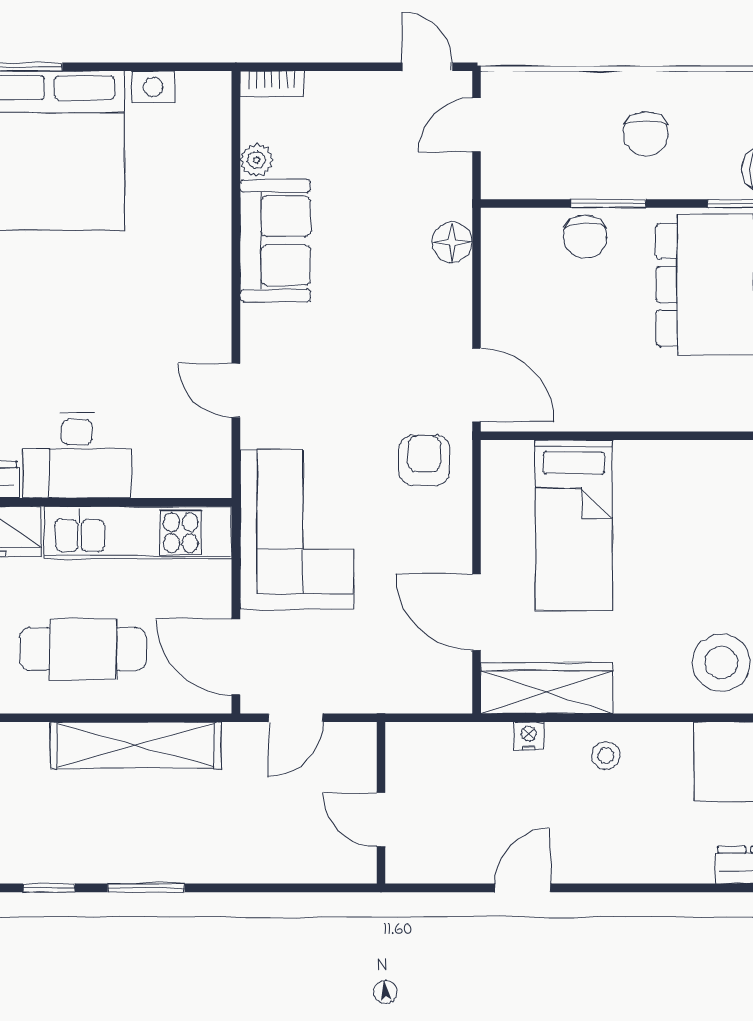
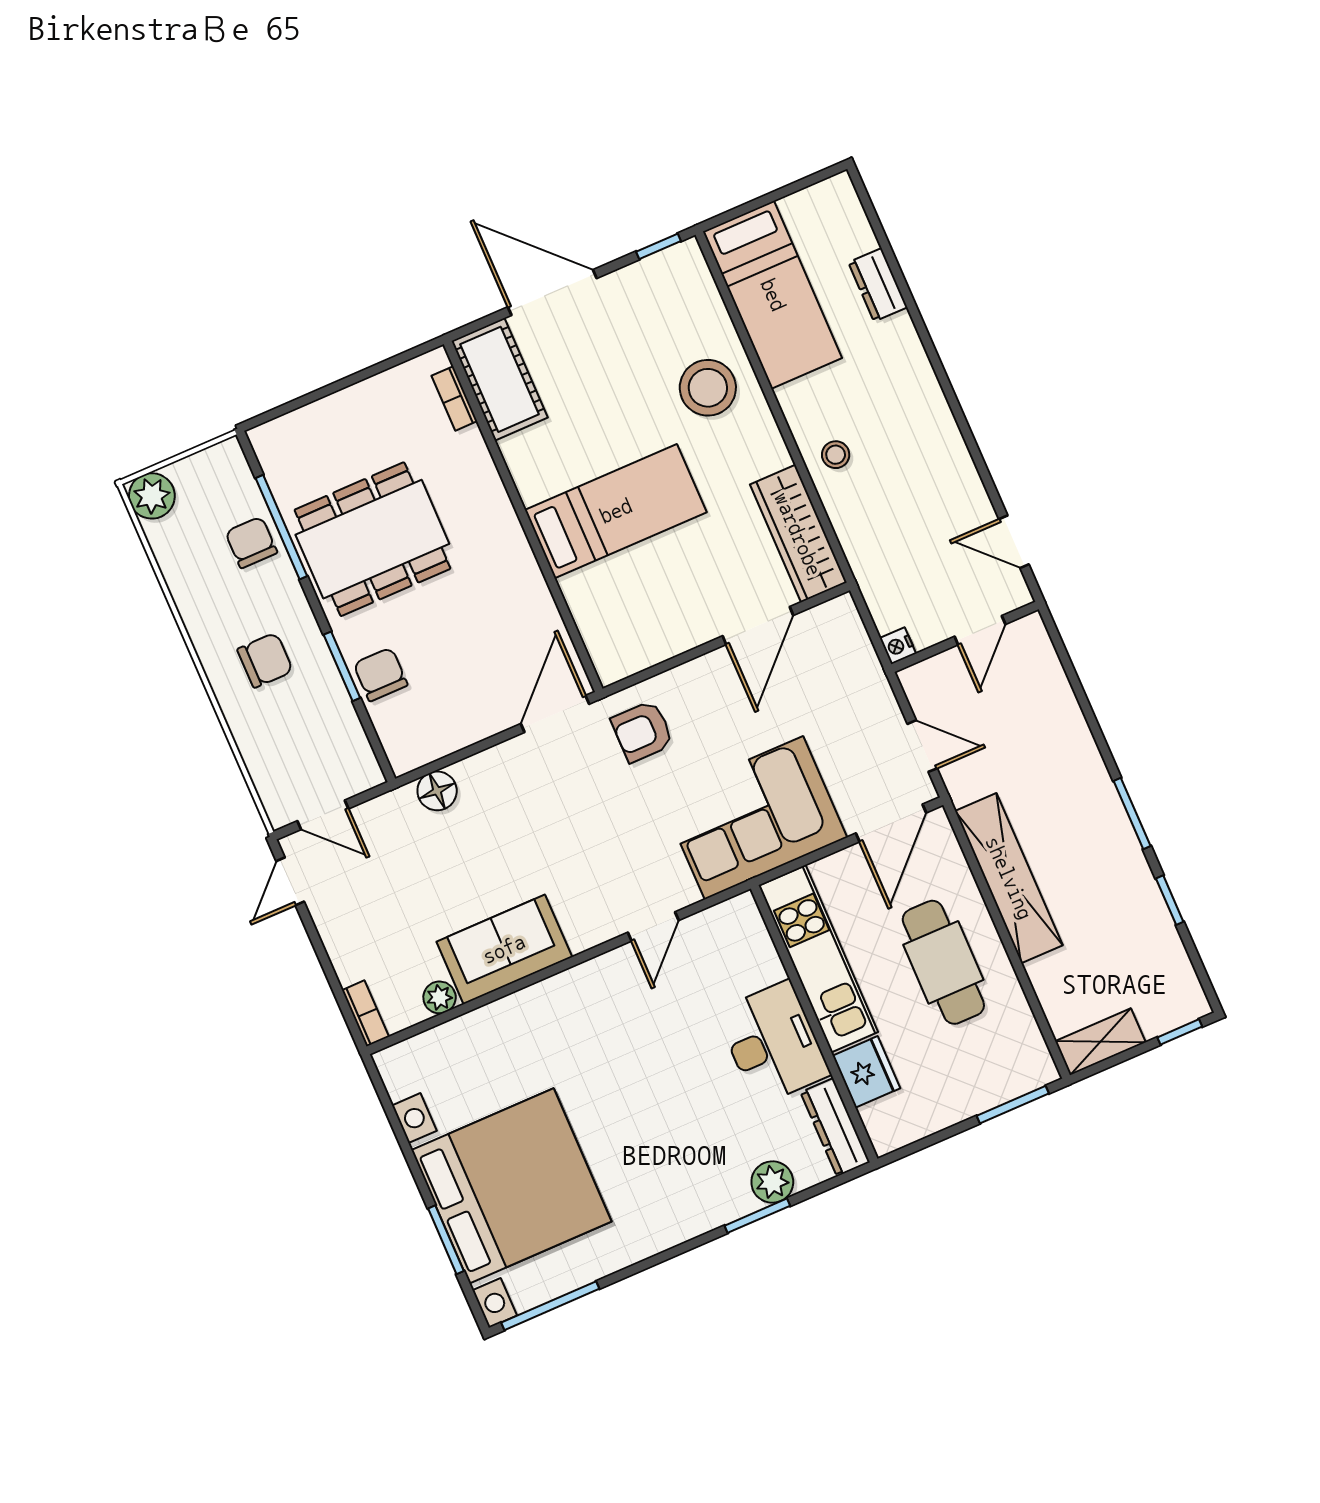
chair: (585, 237) -> (380, 674), turned -90
bed: (574, 525) -> (616, 511), moved
nightstand: (529, 736) -> (898, 646), moved
door: (523, 888) -> (1014, 542), moved

